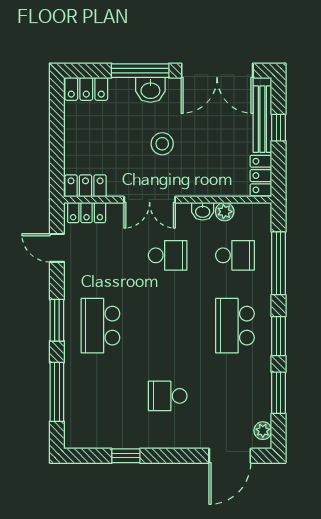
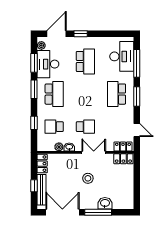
locker: (86, 89) -> (123, 204), removed
washbasin: (150, 90) -> (105, 203), moved
school desk: (168, 255) -> (85, 127), turned 180
window: (278, 263) -> (34, 123), width x0.46
school desk: (100, 326) -> (117, 94), turned 180
desk: (248, 390) -> (48, 64), added
school desk: (168, 396) -> (85, 61), width x1.85
desk: (89, 407) -> (122, 56), added
window: (126, 456) -> (81, 34), moved

